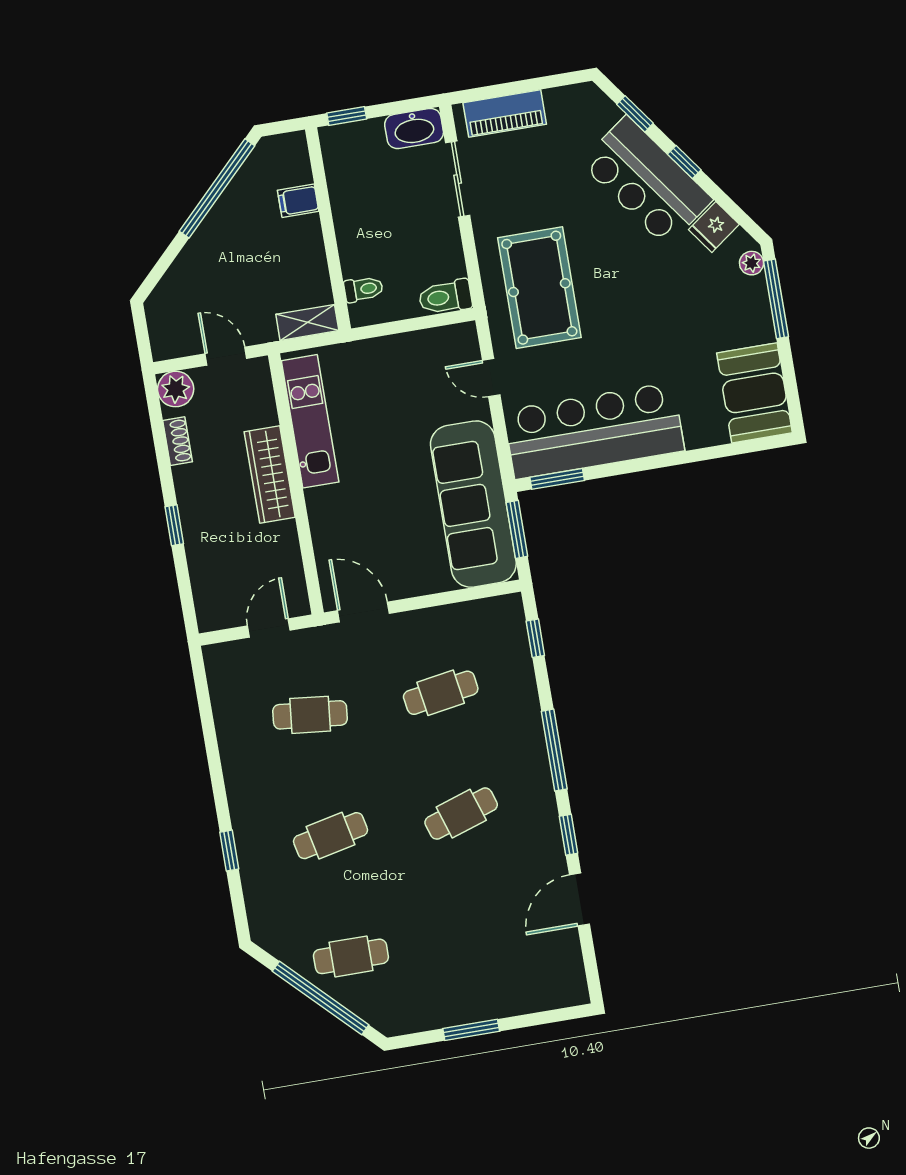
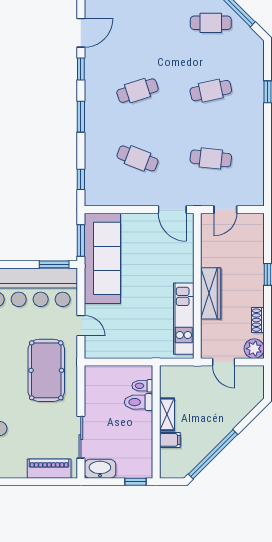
toilet: (445, 297) -> (139, 402), moved, turned 180
shelving: (307, 322) -> (167, 414), moved, turned 90
cafe table: (441, 693) -> (137, 158), turned 30
window: (554, 750) -> (81, 117), width x0.69

